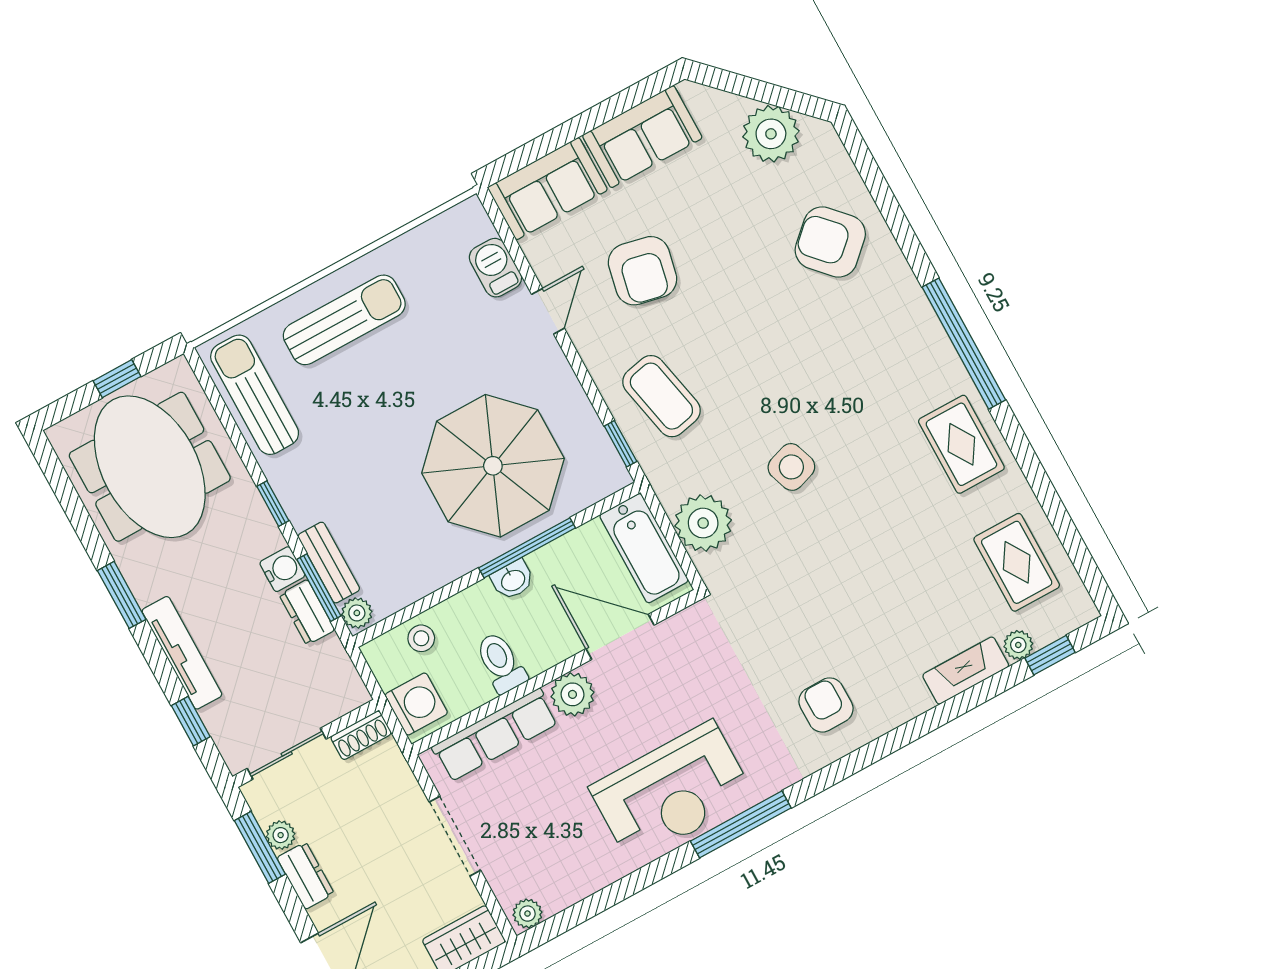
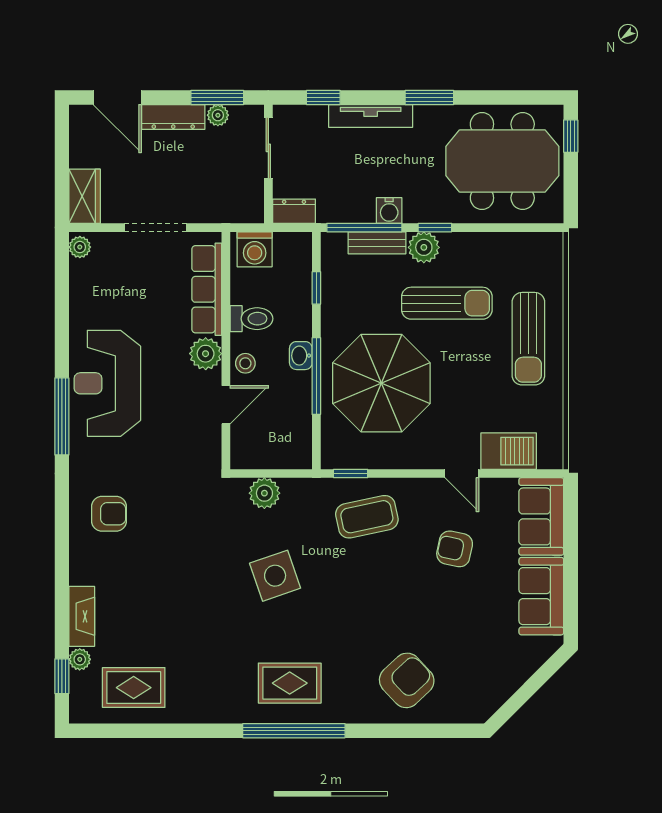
plant: (771, 134) -> (498, 680), removed
barbecue: (495, 268) -> (509, 451), width x1.38, depth x1.27
armchair: (643, 271) -> (455, 549), width x0.72, depth x0.72
window: (117, 379) -> (571, 136), moved
sun lounger: (255, 395) -> (447, 303), moved
rug: (961, 444) -> (290, 683), moved
side table: (791, 467) -> (275, 576), width x1.37, depth x1.37
plant: (703, 523) -> (264, 493), width x0.73, depth x0.73
bathtub: (644, 548) -> (275, 452), removed
window: (319, 588) -> (364, 228), width x1.44
window: (422, 605) -> (316, 288), added
dresser: (307, 612) -> (294, 211), moved
plant: (357, 613) -> (424, 247), moved, width x1.38, depth x1.38
door: (620, 637) -> (226, 405), width x0.73
stool: (421, 638) -> (245, 363), moved
shoe rack: (361, 735) -> (254, 203), removed
dresser: (305, 876) -> (173, 117), width x1.44

